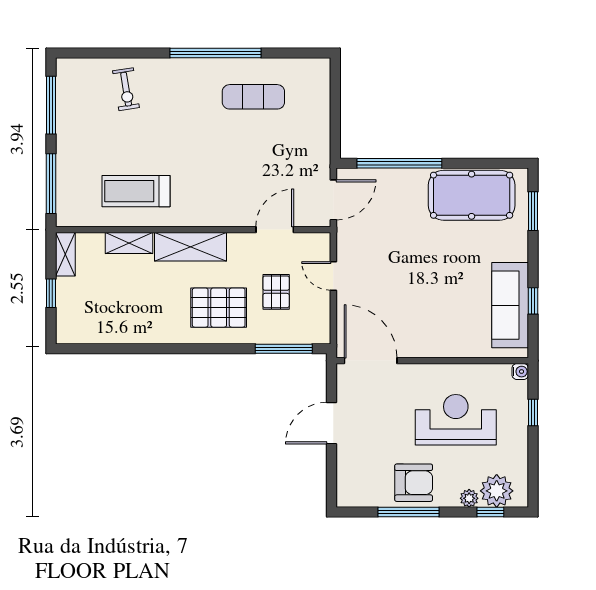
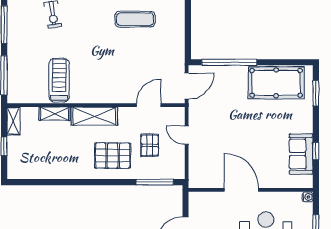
treadmill: (136, 191) -> (59, 80), turned 90
sofa: (510, 305) -> (301, 154), width x0.73
door: (371, 361) -> (241, 190), moved

